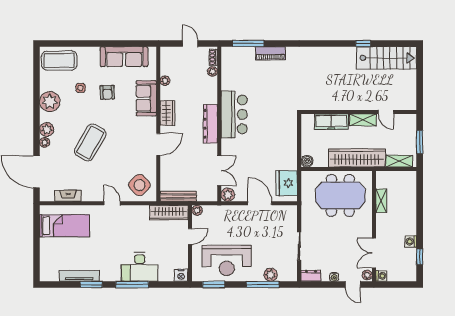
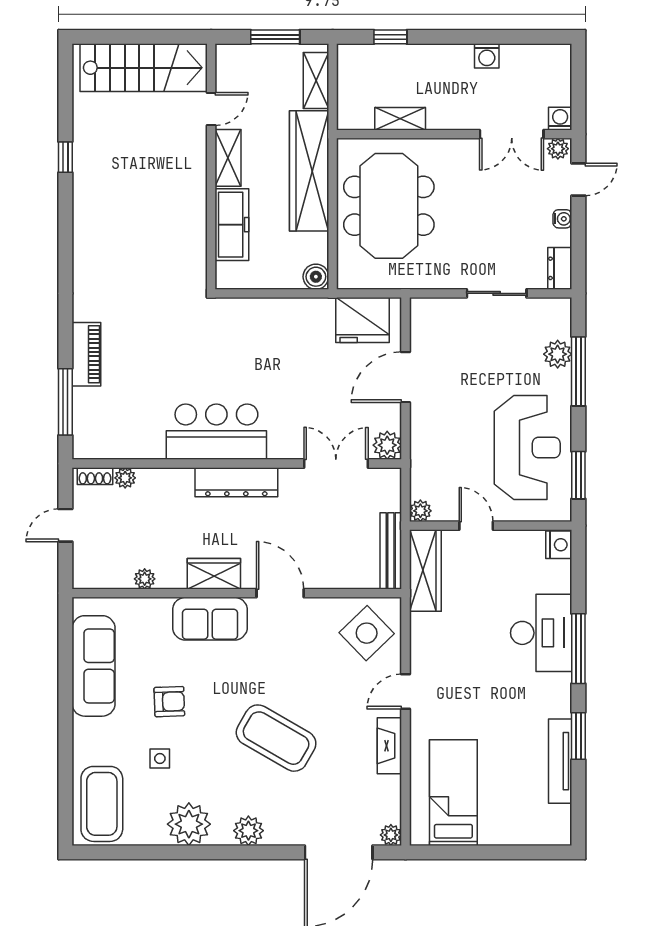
stairs: (387, 58) -> (144, 68), moved, turned 90
sofa: (146, 98) -> (210, 619), moved
plant: (45, 142) -> (391, 835), moved
fireplace: (68, 196) -> (389, 746), moved
window: (420, 257) -> (390, 37), moved

